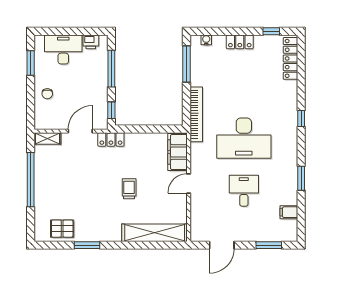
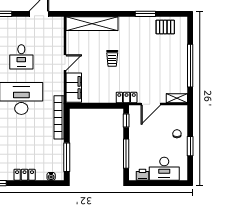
window: (31, 63) -> (190, 146), moved

